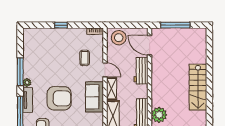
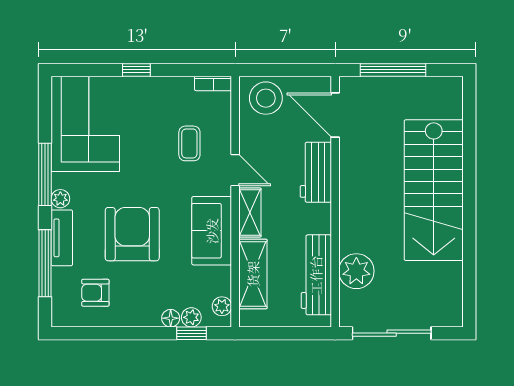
corner sofa: (38, 49) -> (85, 124), added
stairs: (198, 87) -> (434, 190), width x1.36, depth x1.51
armchair: (59, 98) -> (132, 234), turned -90

